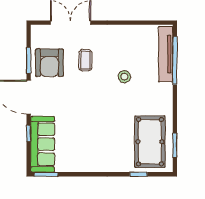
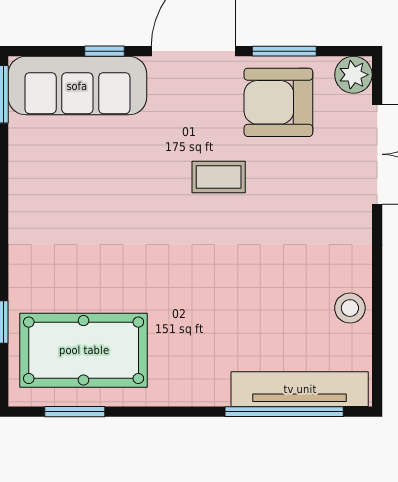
plant: (38, 32) -> (353, 75), added
coffee table: (85, 60) -> (219, 177), moved
stool: (124, 77) -> (350, 308), moved

